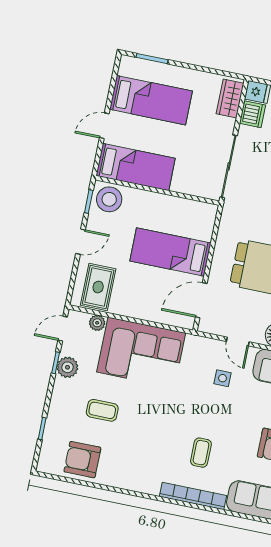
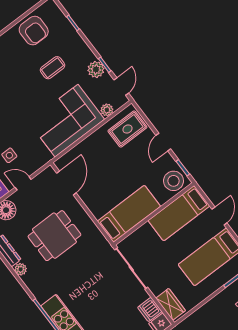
bed: (170, 252) -> (129, 214), moved
rug: (98, 287) -> (127, 129), turned 90
armchair: (82, 460) -> (34, 31), turned 90

